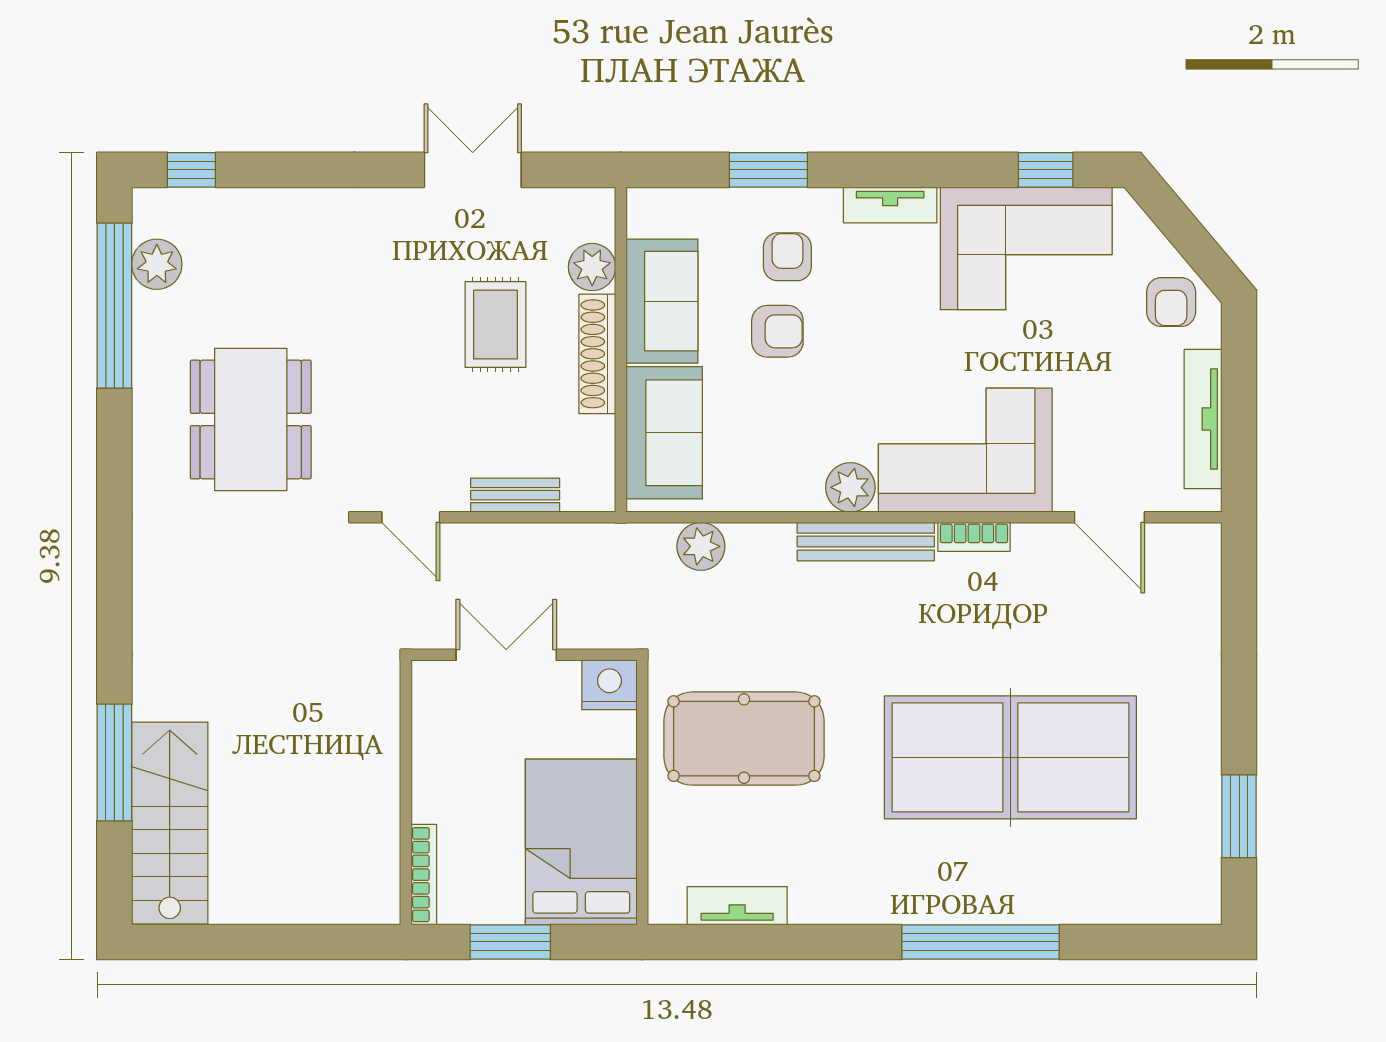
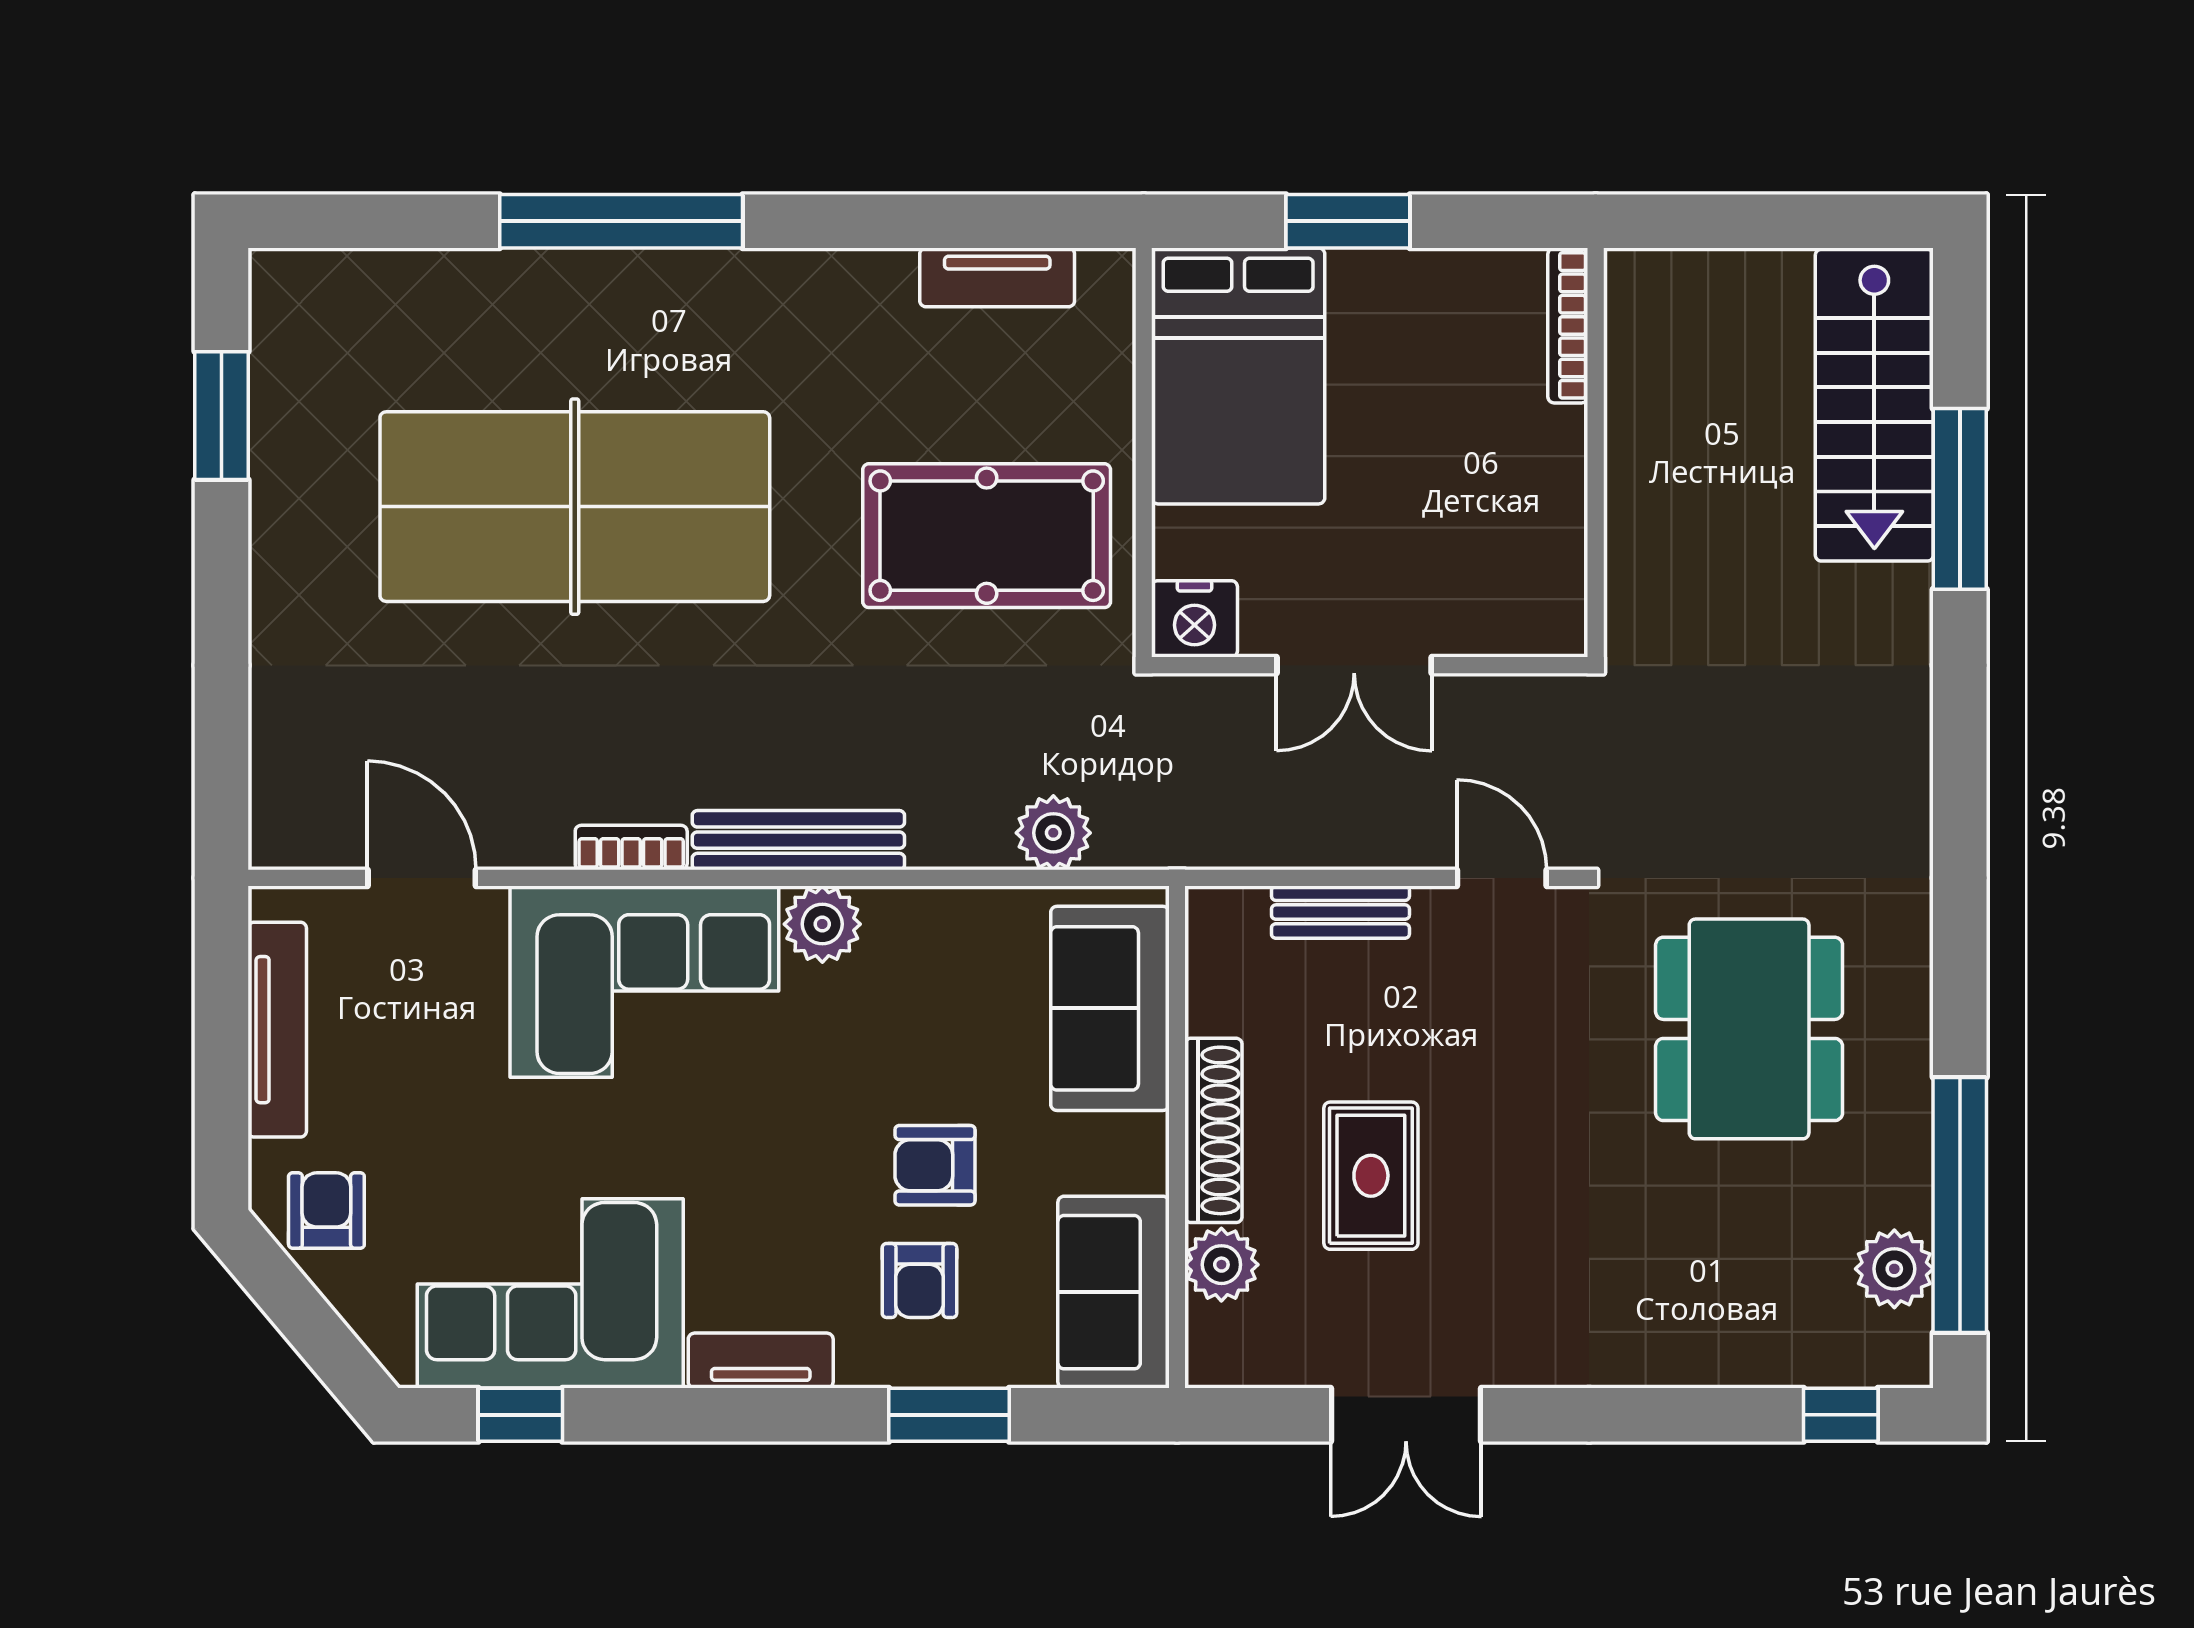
sofa: (662, 301) -> (1113, 1292), moved
wall: (406, 792) -> (1596, 453), moved
bookcase: (424, 875) -> (1568, 325), moved

